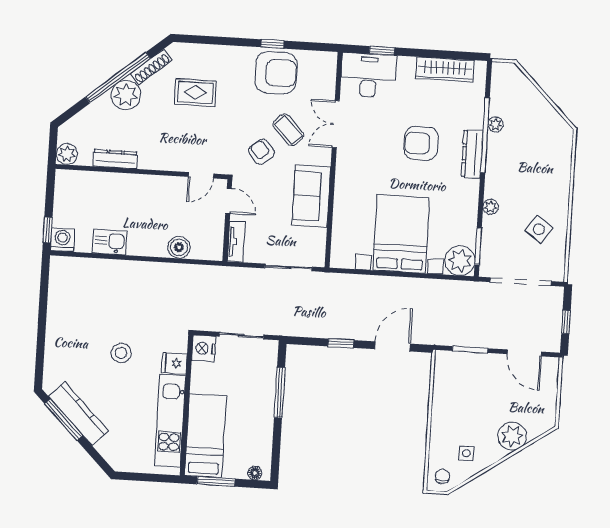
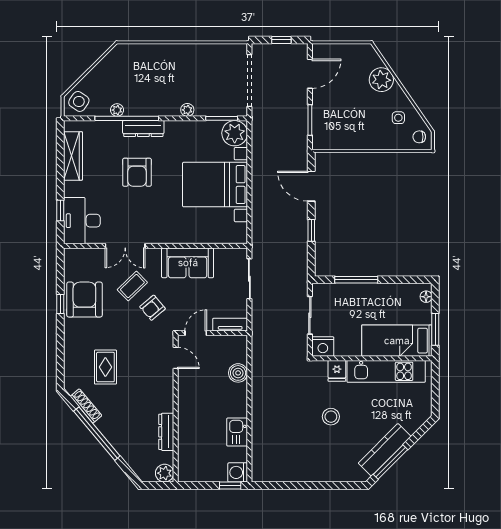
plant: (126, 95) -> (111, 426), removed
side table: (539, 229) -> (79, 101), moved

